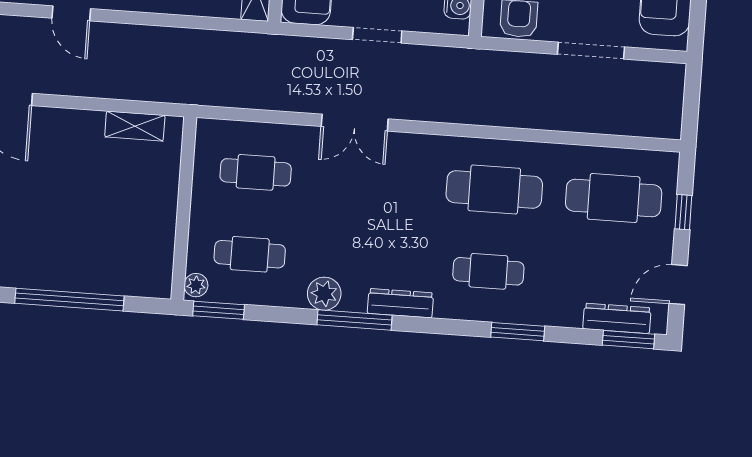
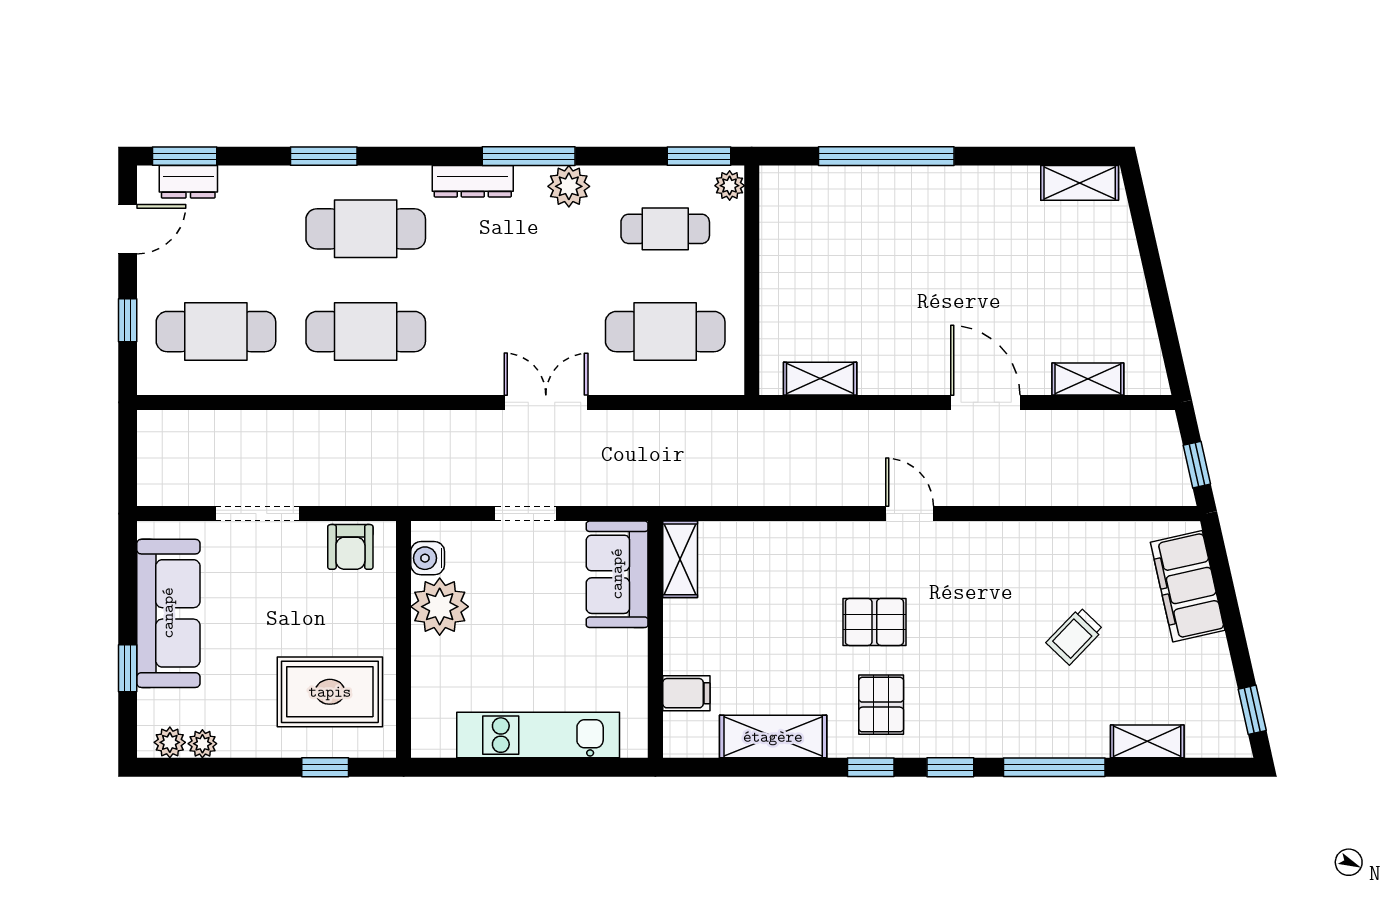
cafe table: (256, 172) -> (665, 332), width x1.37, depth x1.35
cafe table: (488, 271) -> (366, 229), width x1.37, depth x1.35
dresser: (617, 318) -> (188, 182), width x0.70

